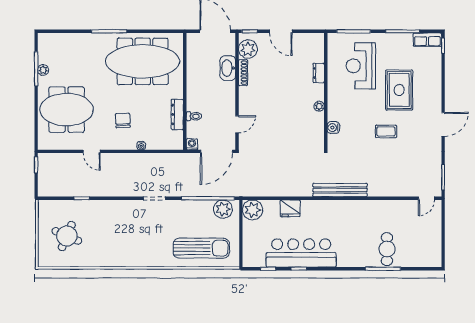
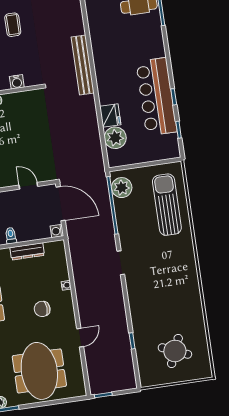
toilet: (194, 116) -> (11, 236), moved
plant: (253, 210) -> (115, 138), moved

